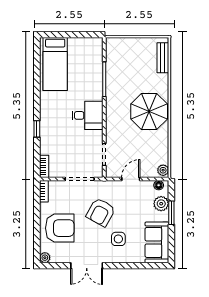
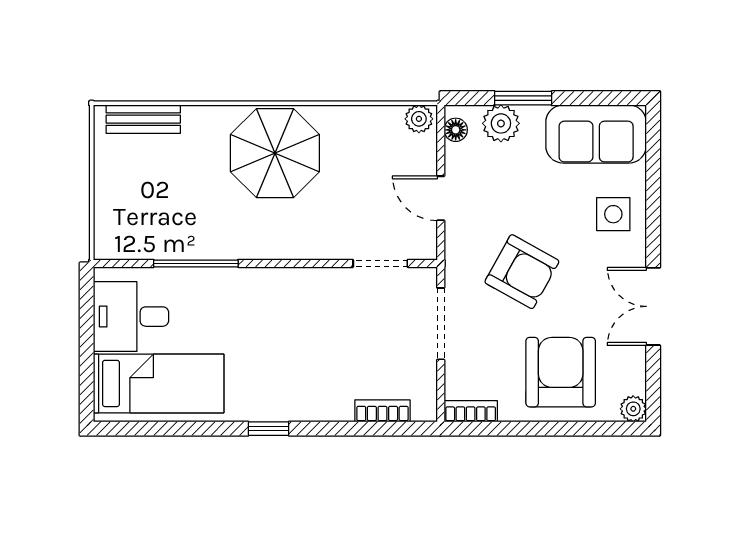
desk: (87, 115) -> (131, 317), moved, turned -90
window: (37, 129) -> (269, 429), moved
bookcase: (44, 166) -> (382, 411), moved
side table: (118, 239) -> (613, 214), moved
double door: (87, 266) -> (653, 306), swing flipped

